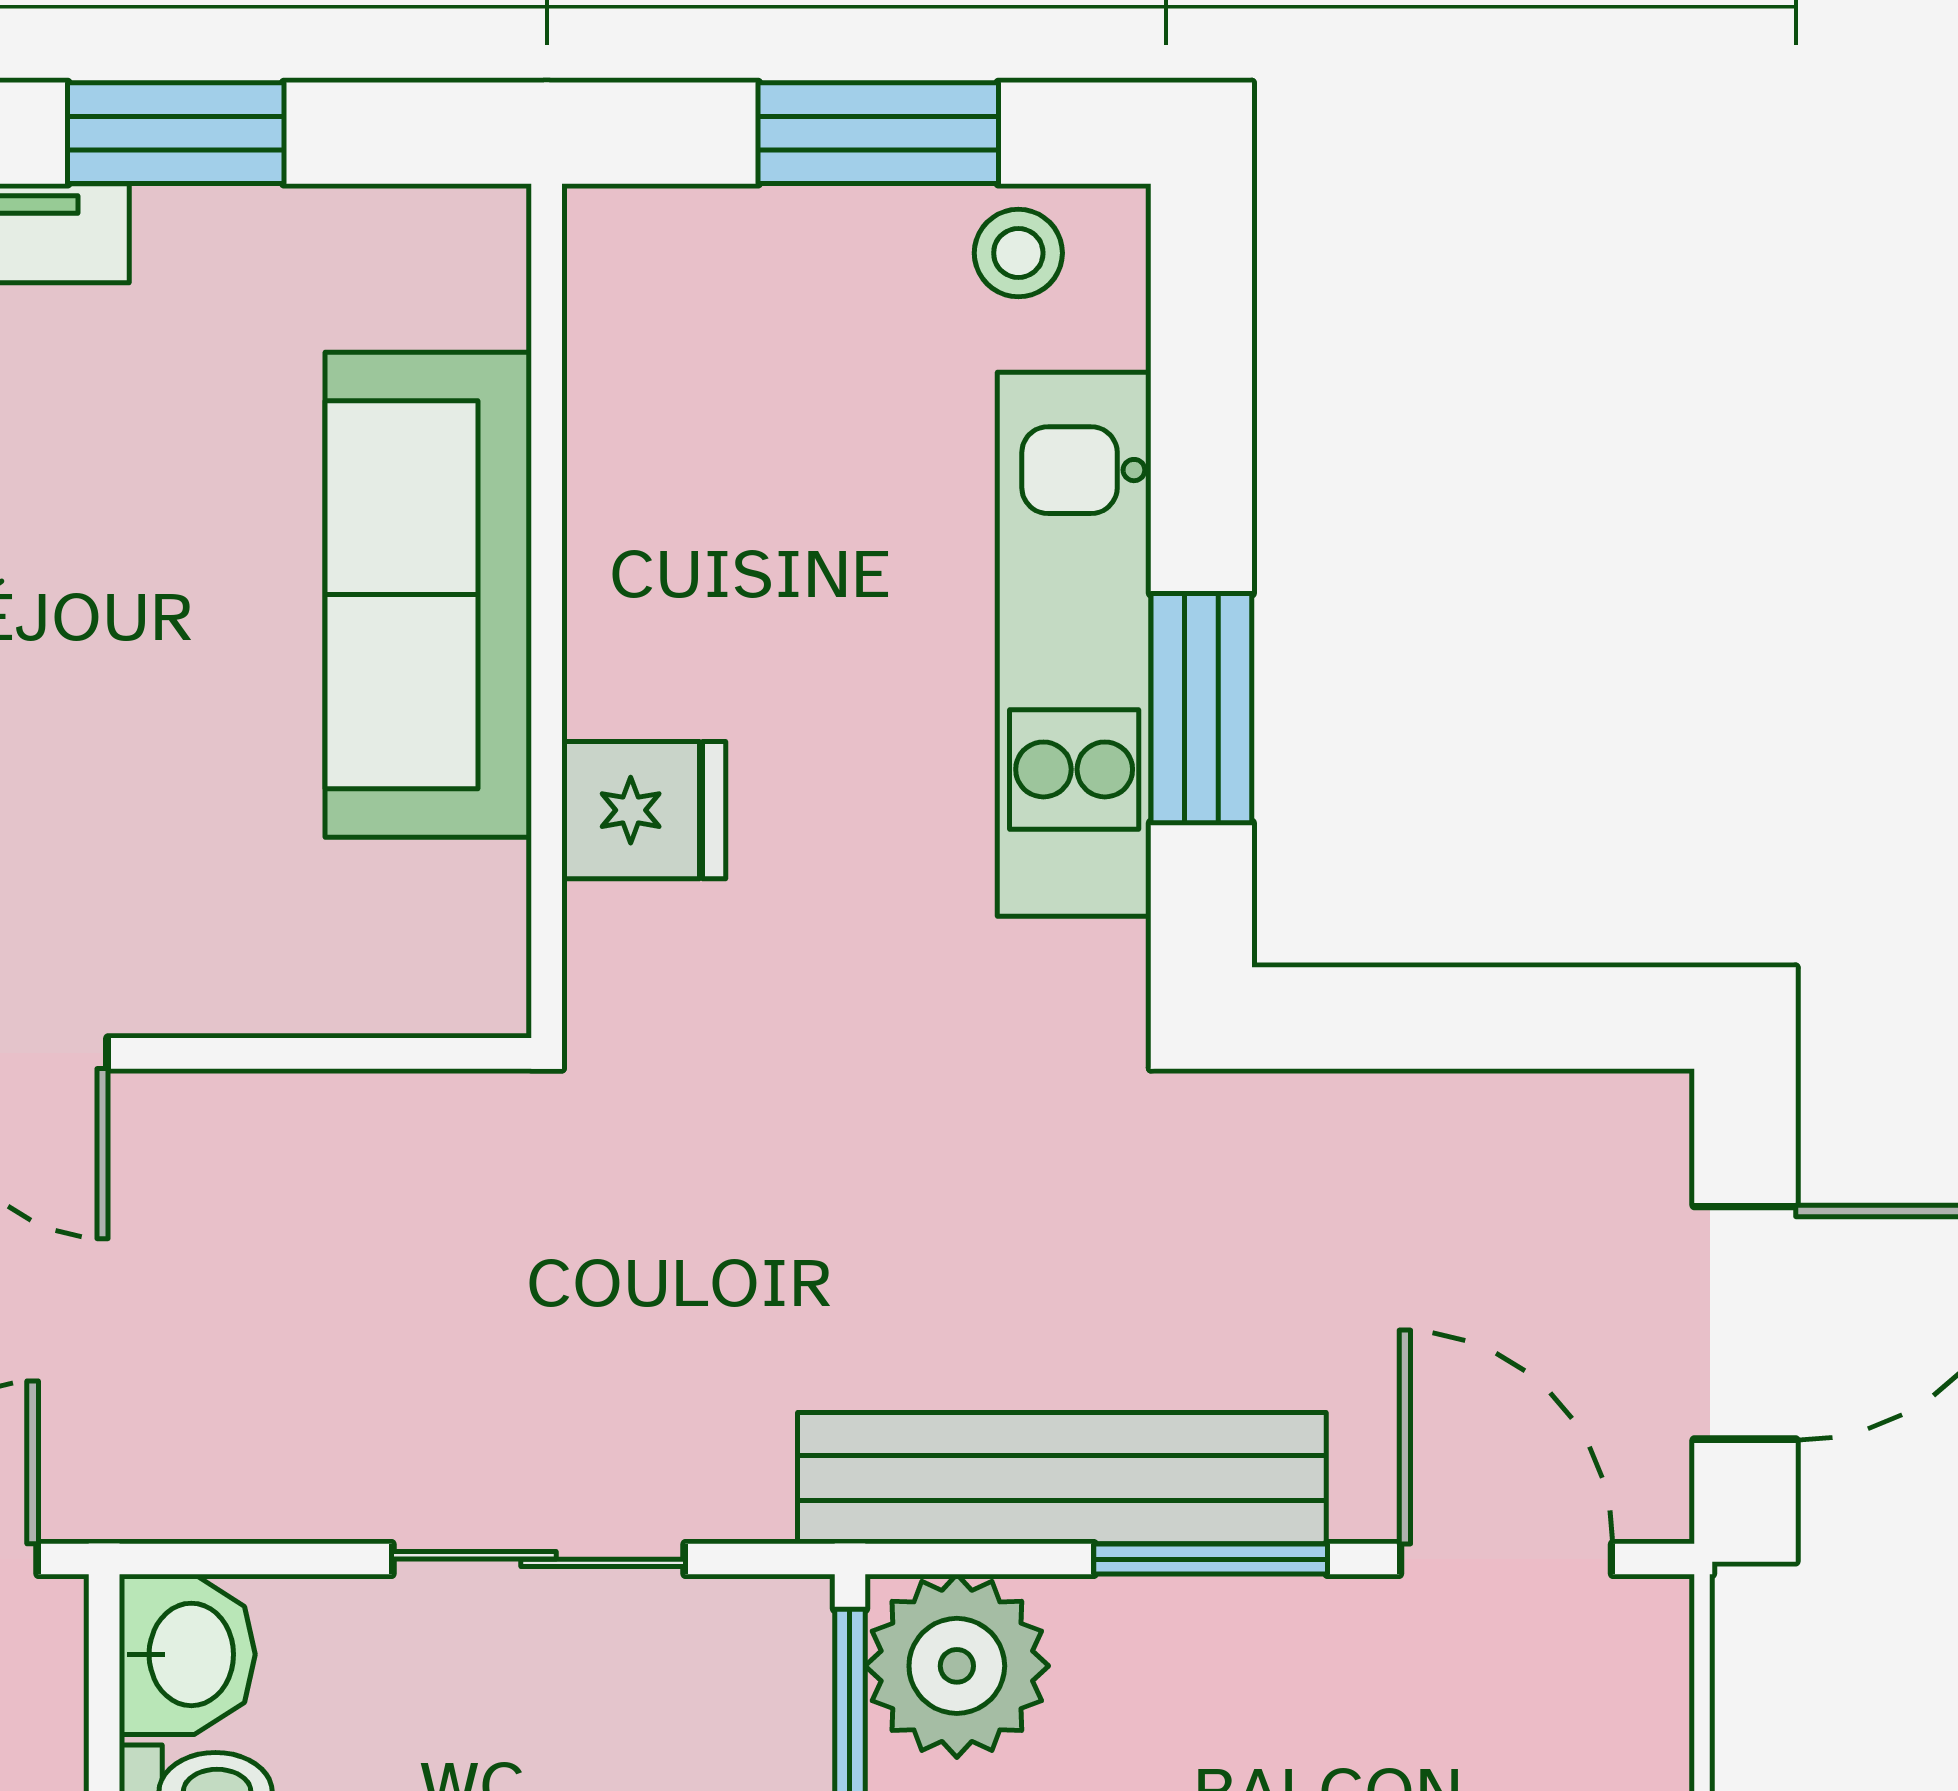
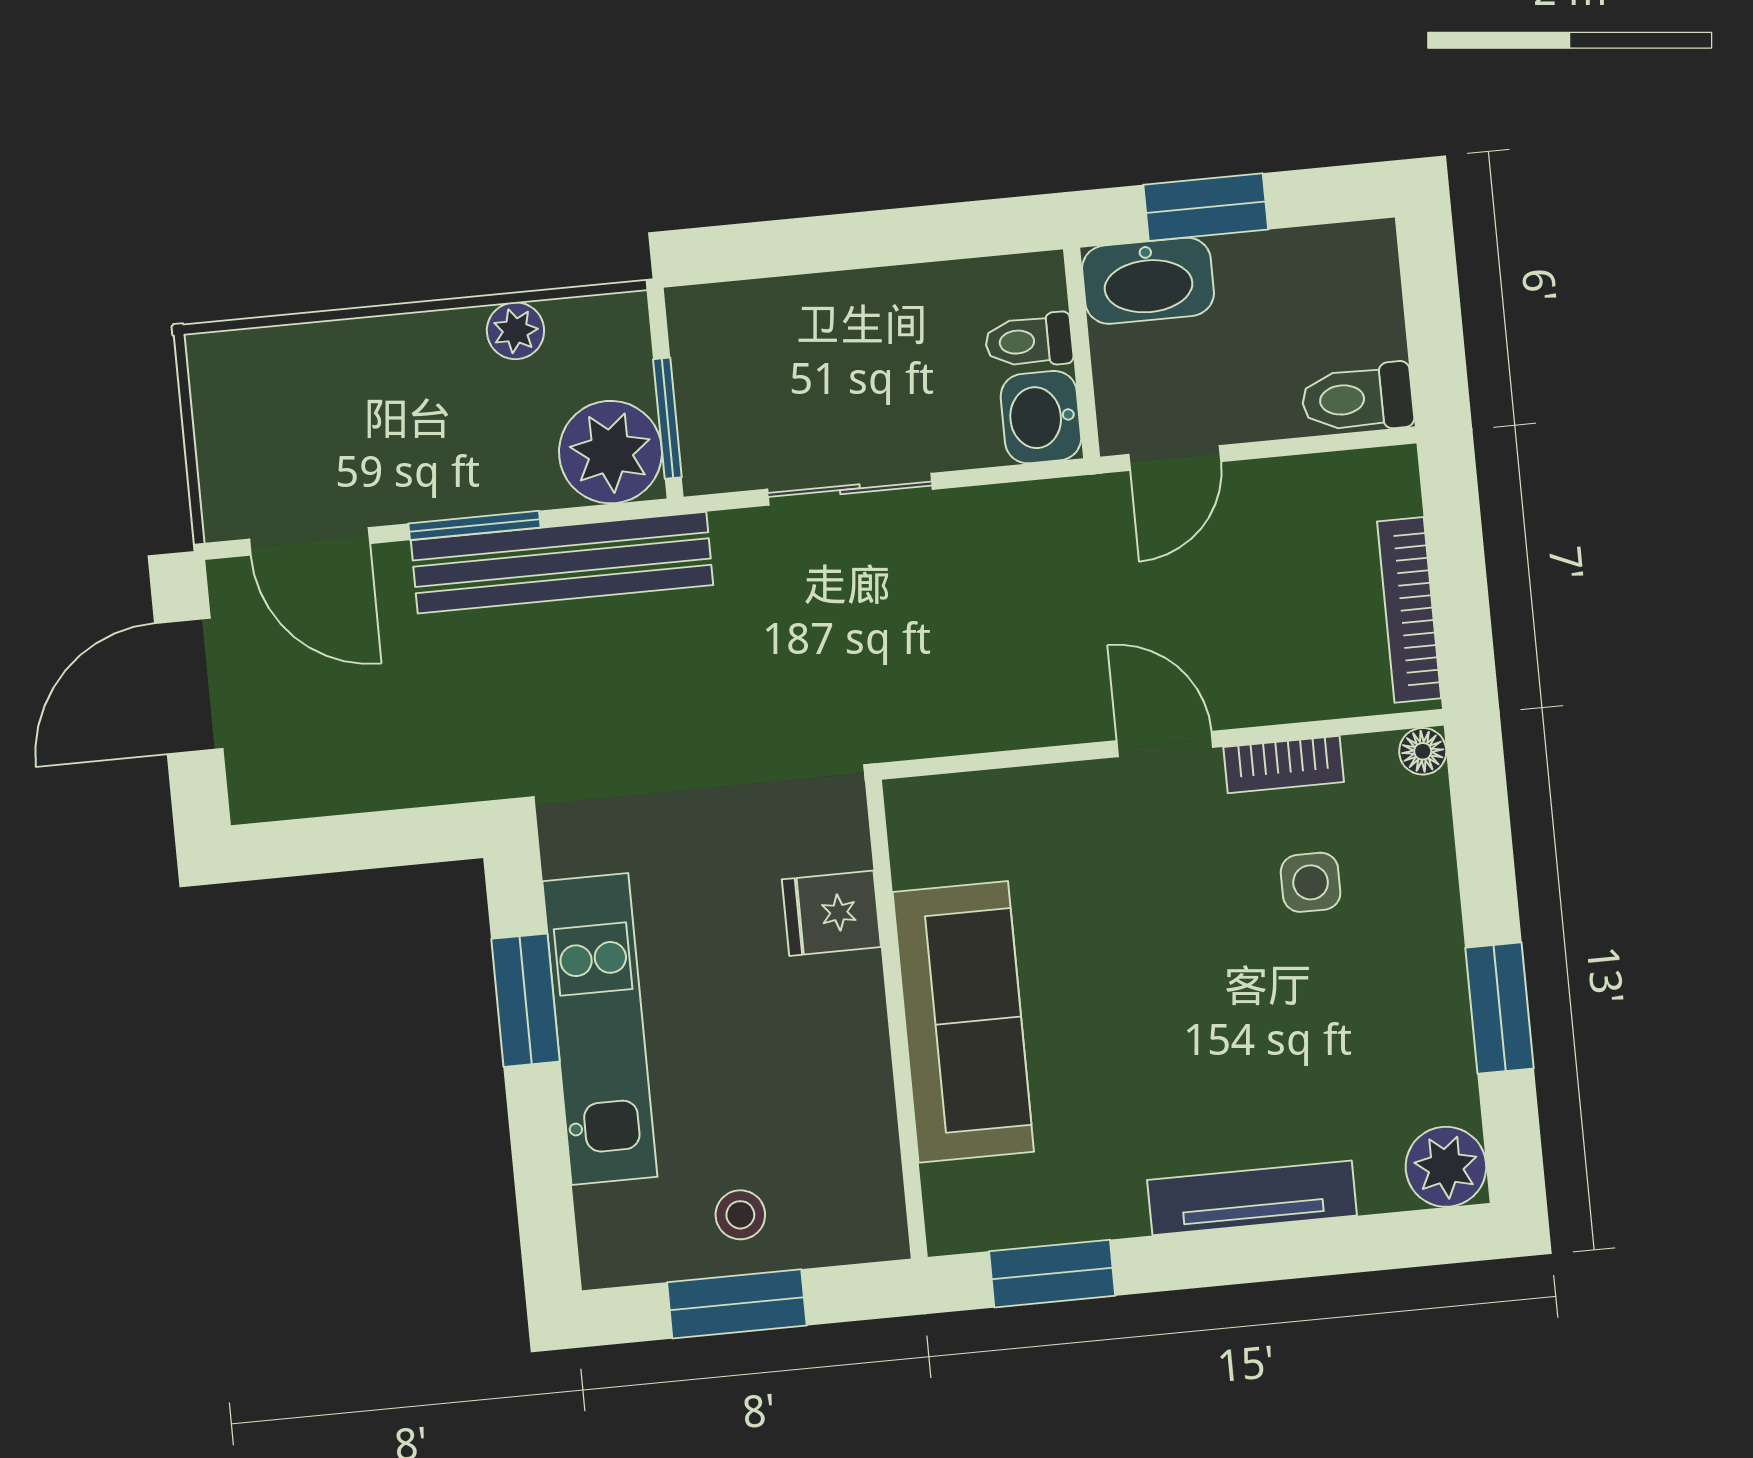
window: (176, 133) -> (1052, 1274), moved
stool: (1018, 253) -> (740, 1215), moved

